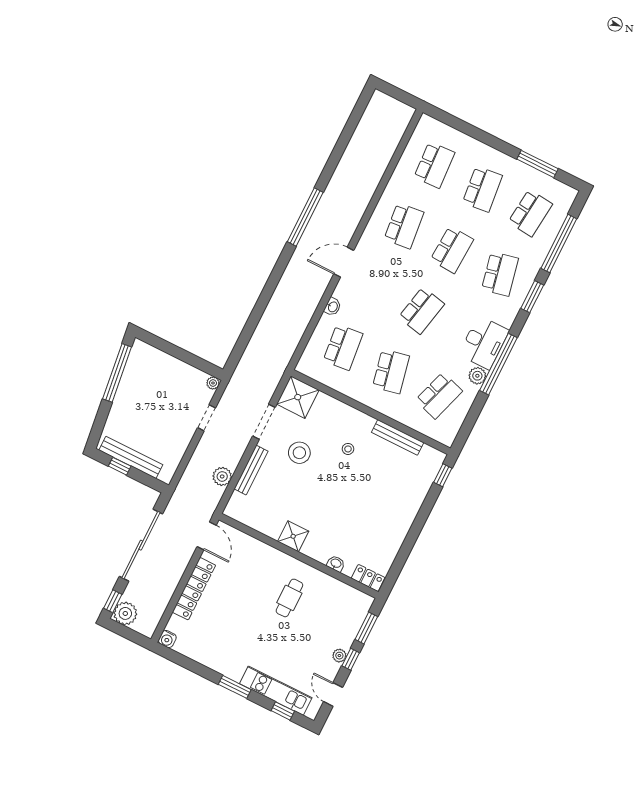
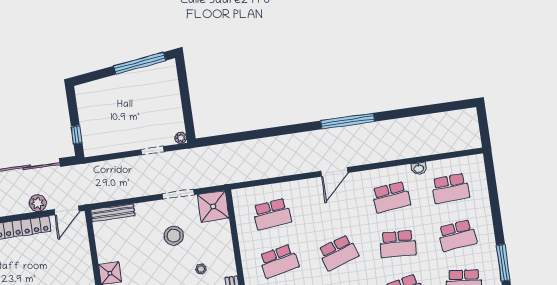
door: (344, 262) -> (334, 172), swing flipped
washbasin: (333, 307) -> (419, 168), moved
school desk: (421, 311) -> (338, 253), turned -30
bench: (131, 457) -> (85, 116), removed
window: (120, 466) -> (77, 135), moved
bench: (251, 470) -> (113, 213), moved
plant: (222, 476) -> (38, 203), moved

